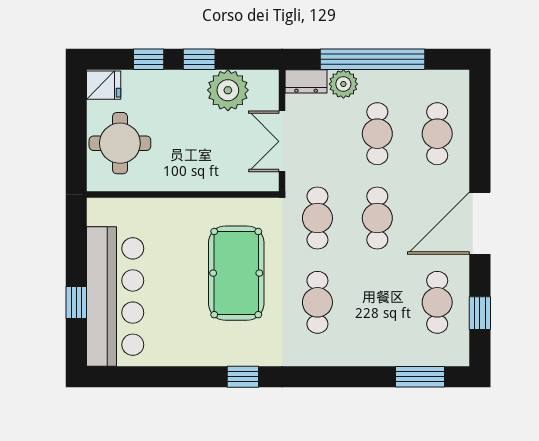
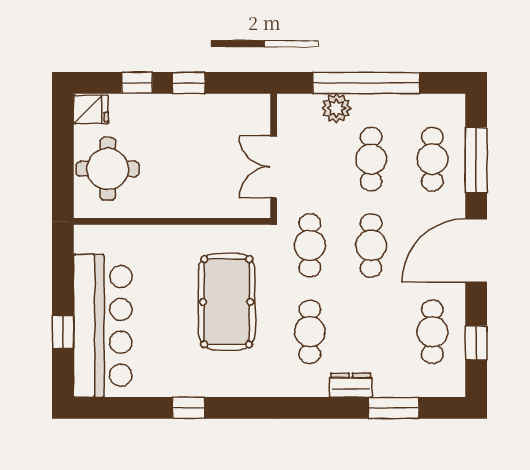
dresser: (306, 81) -> (351, 385), moved, turned 180
plant: (228, 90) -> (218, 115), removed
window: (480, 135) -> (476, 160), added
window: (243, 377) -> (189, 408), moved
window: (420, 377) -> (393, 408), moved

